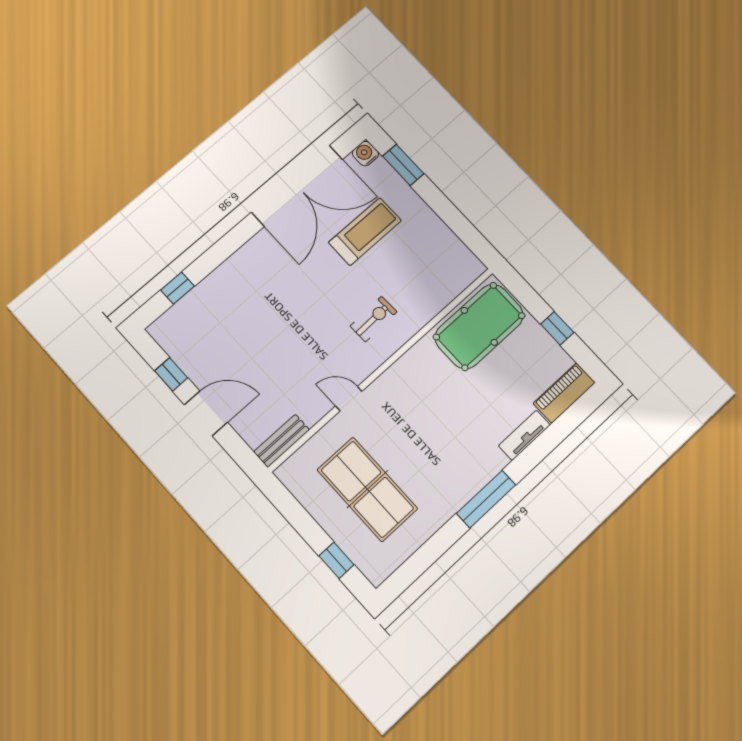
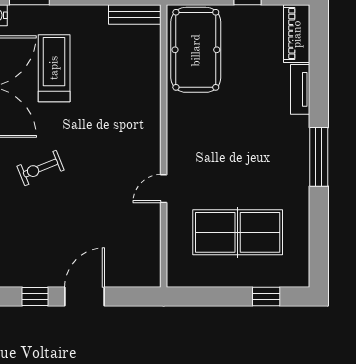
exercise bike: (374, 319) -> (41, 168), moved, turned -110
bench: (282, 441) -> (135, 14), moved, turned 90

